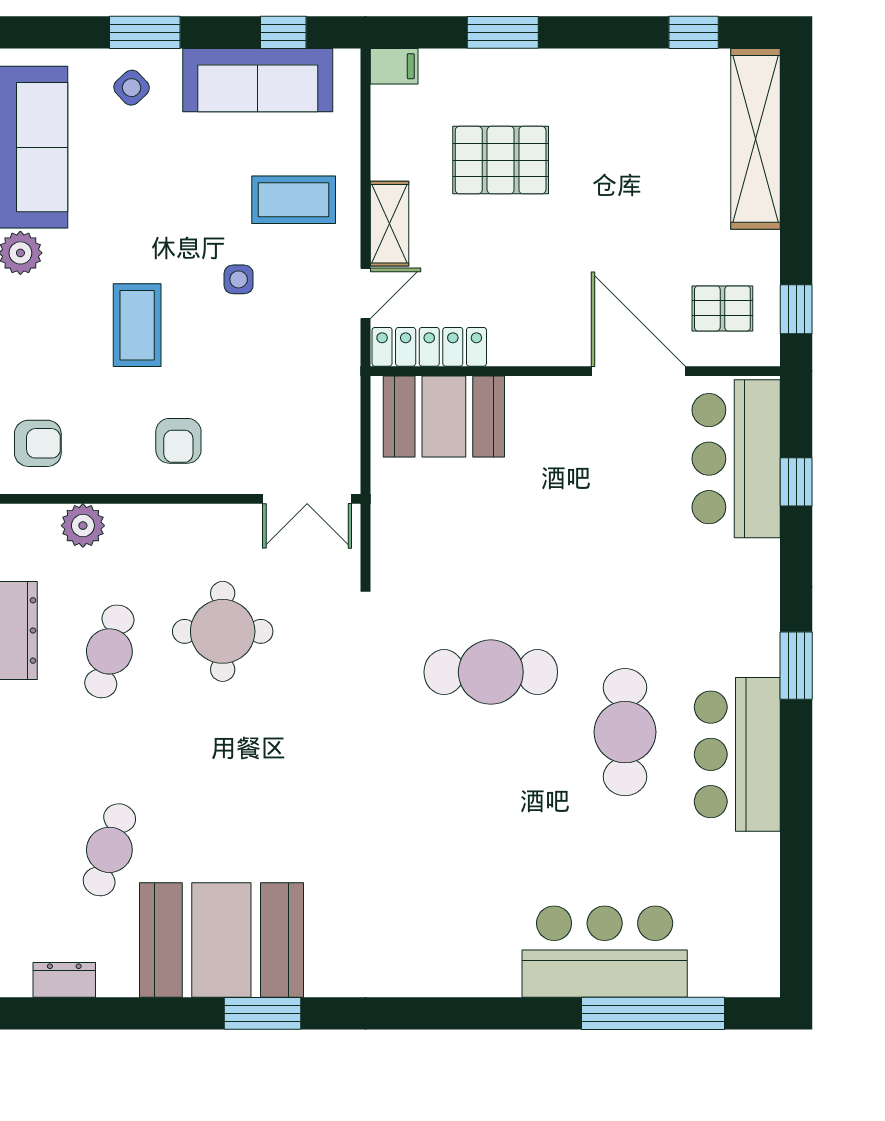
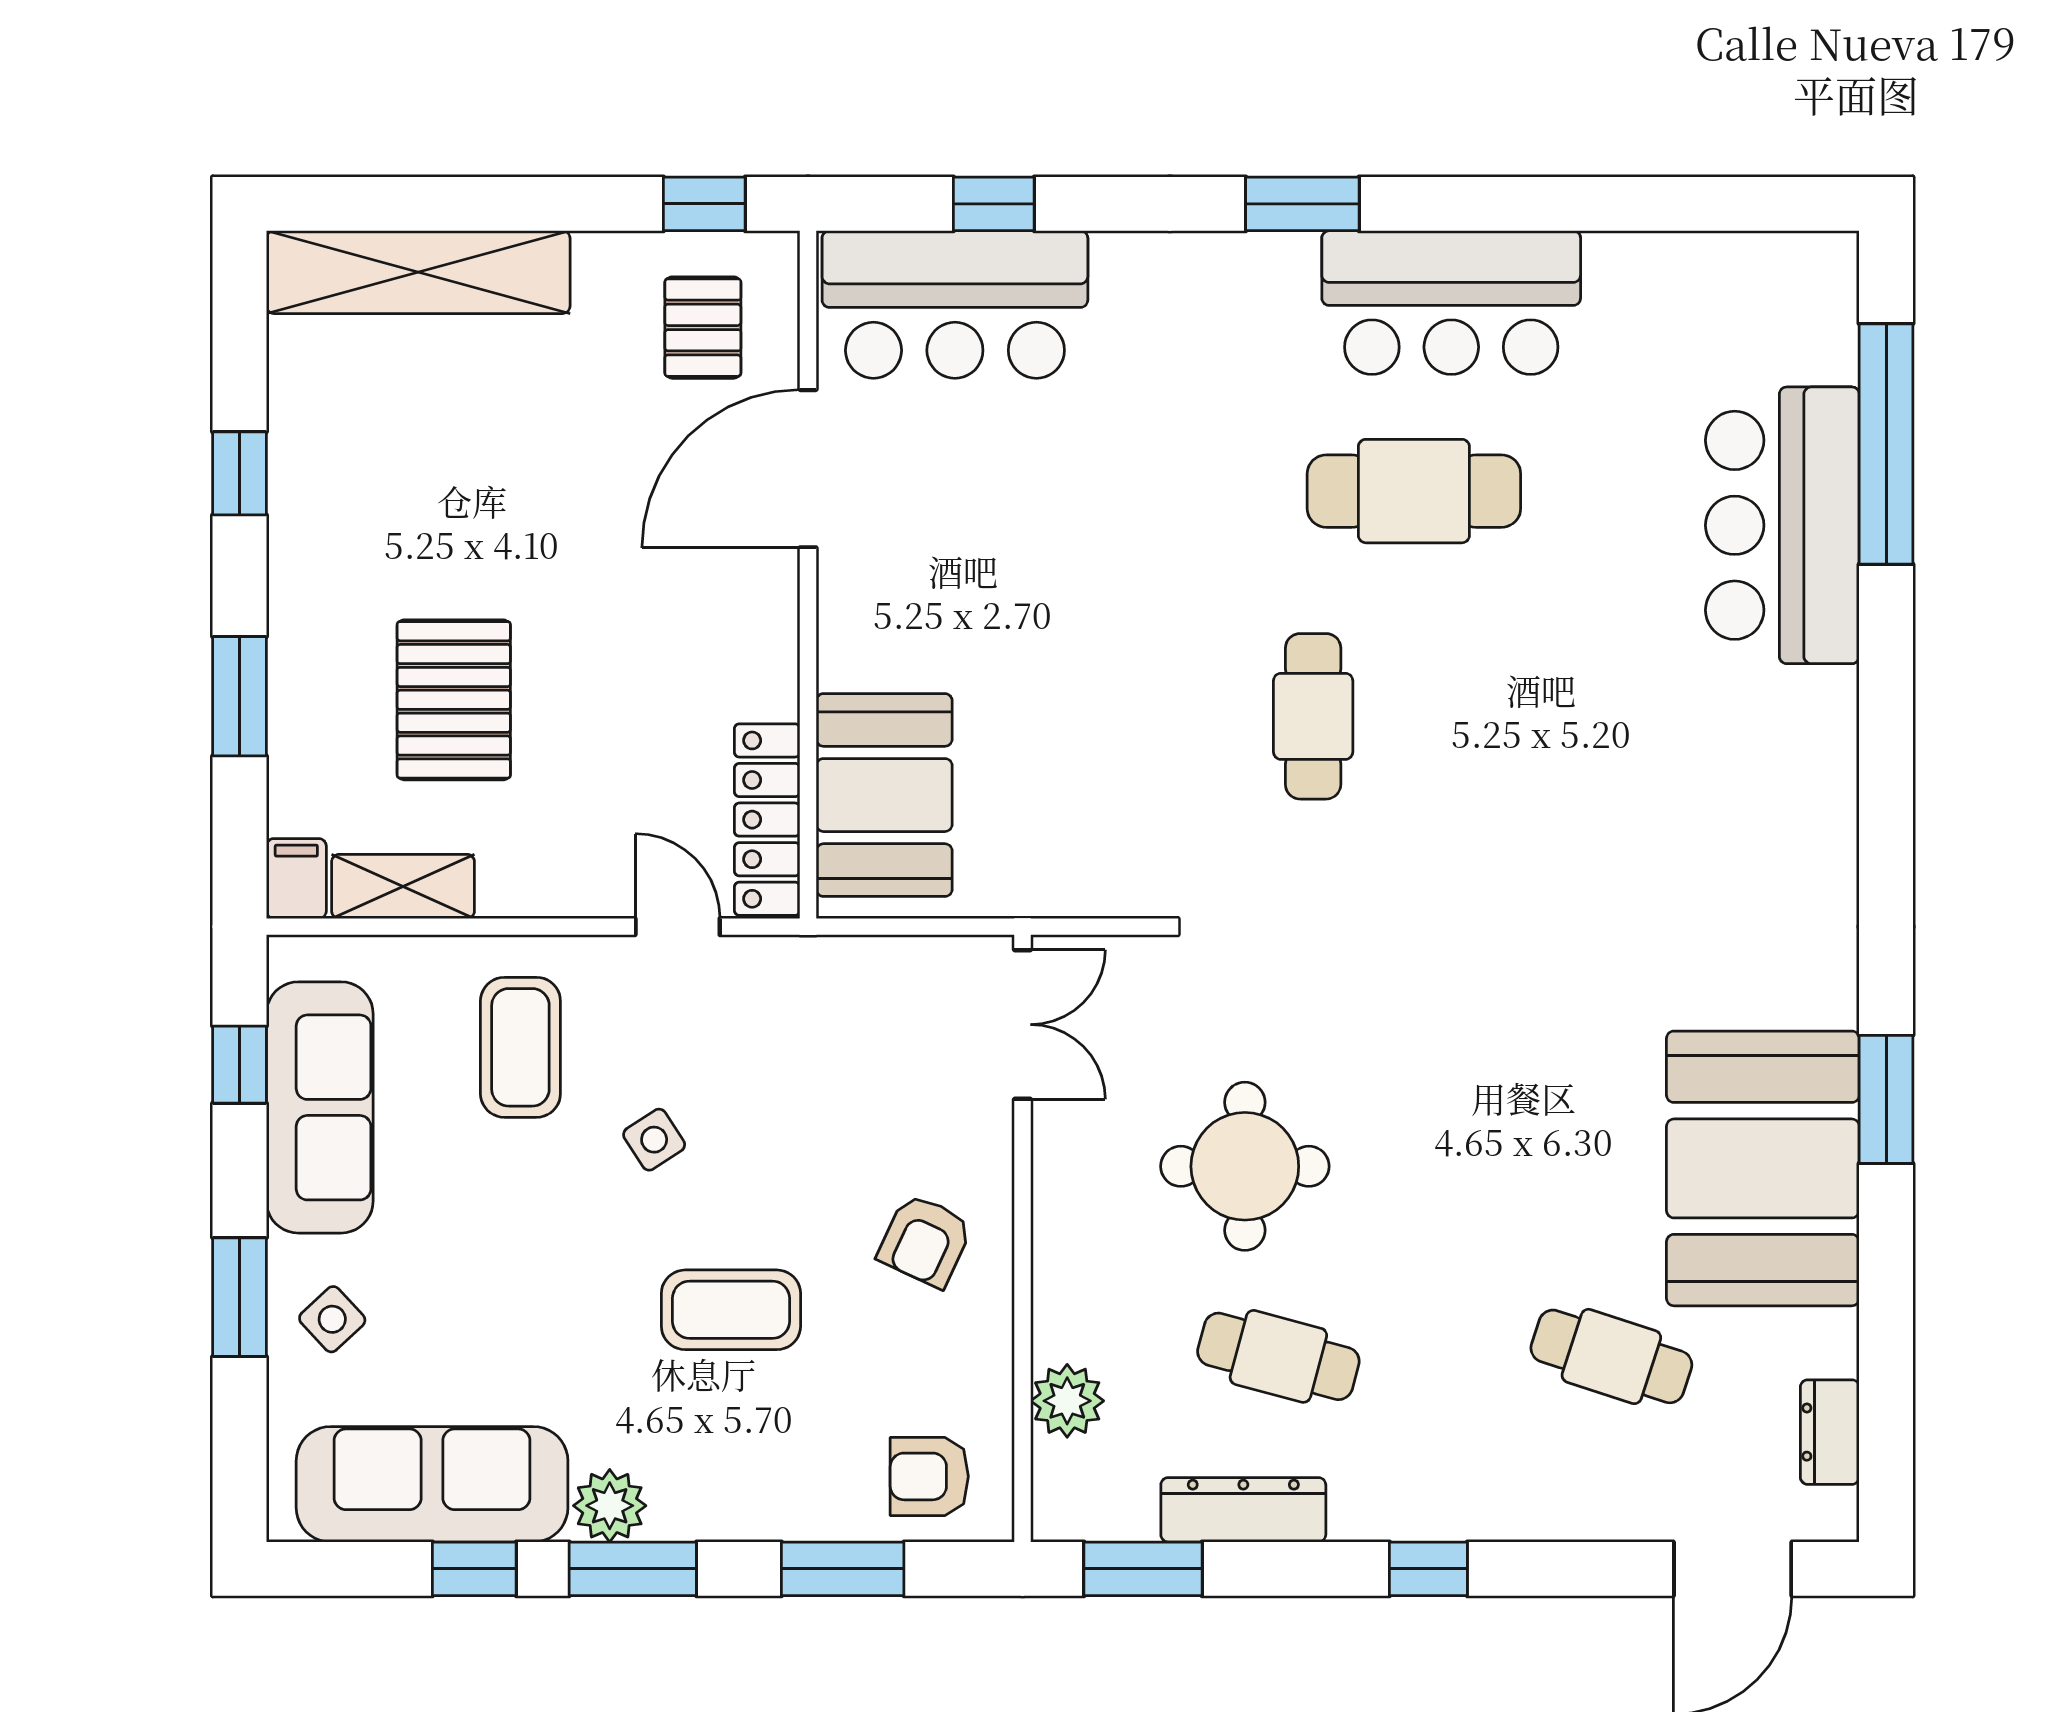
window: (694, 32) -> (239, 473), moved
shelving: (389, 224) -> (403, 886), moved
side table: (239, 279) -> (654, 1140), turned -33
armchair: (178, 441) -> (925, 1241), turned 115
armchair: (38, 443) -> (929, 1476), turned -90
cafe table: (491, 672) -> (1313, 716), width x0.73, depth x0.74

